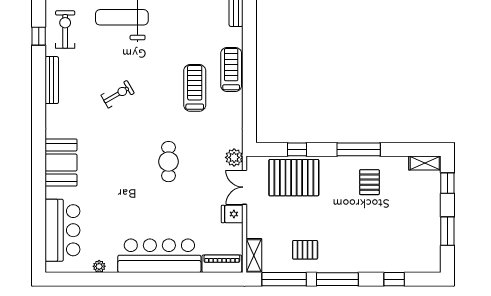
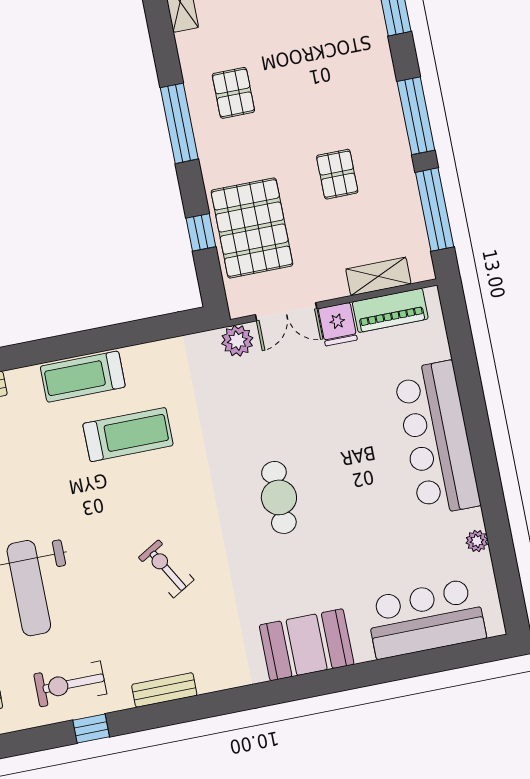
bench: (52, 80) -> (164, 690), width x0.73
treadmill: (195, 88) -> (128, 435), turned 180
cafe table: (169, 162) -> (279, 497), moved, turned 90
pallet: (369, 182) -> (233, 93), turned 90
pallet: (305, 250) -> (337, 174), moved
shelving: (254, 256) -> (378, 276), moved
piano: (222, 264) -> (390, 310), moved, turned -90

